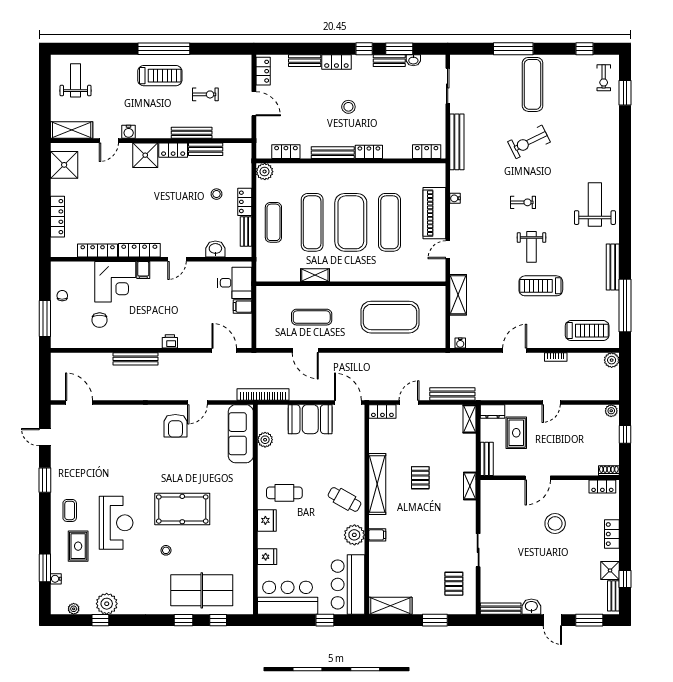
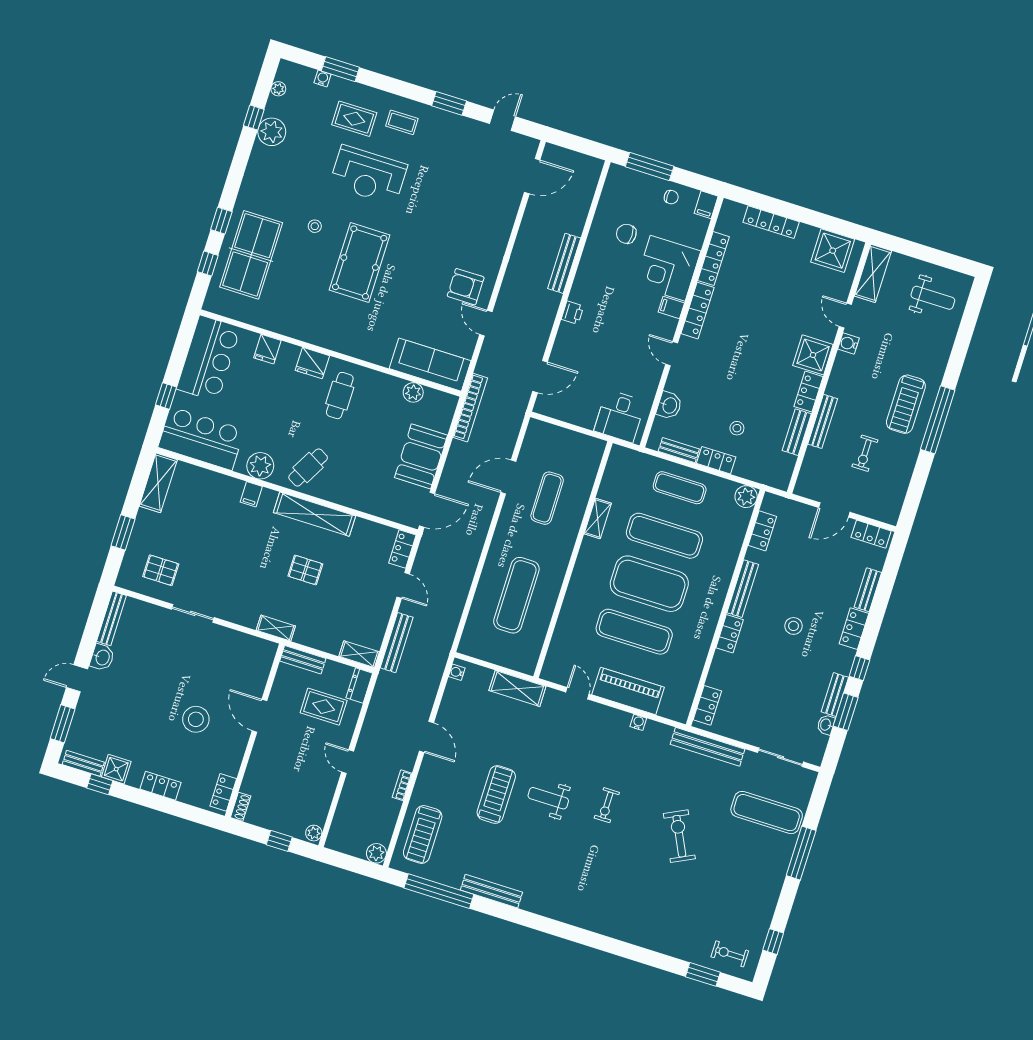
exercise mat: (533, 84) -> (767, 813), moved
weight bench: (595, 204) -> (576, 893), removed
filing cabinet: (243, 307) -> (706, 205), moved, turned 180
exercise mat: (390, 317) -> (516, 595), width x0.68

